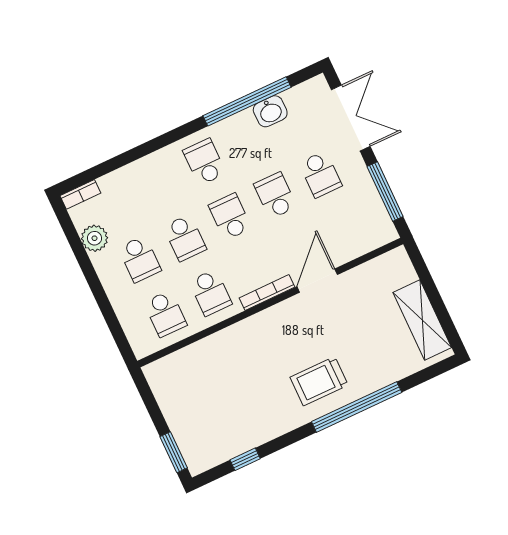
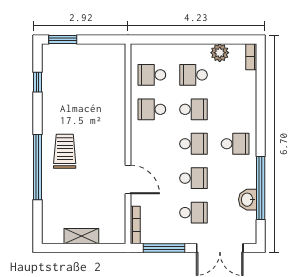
school desk: (320, 174) -> (193, 213), turned 180
school desk: (185, 238) -> (193, 109), turned 180
bookcase: (267, 293) -> (135, 225), moved
shelving: (422, 320) -> (81, 236), width x0.67, depth x0.75

